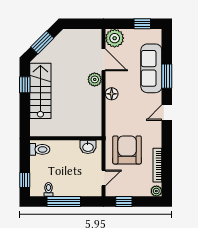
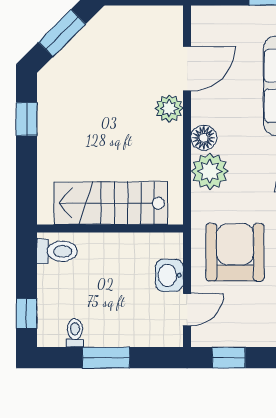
plant: (115, 38) -> (210, 171), moved
door: (103, 60) -> (187, 69), hinge flipped
stairs: (40, 91) -> (111, 203), moved, turned -90
washbasin: (88, 147) -> (169, 275), moved, turned 90
window: (64, 202) -> (106, 358), width x0.69

